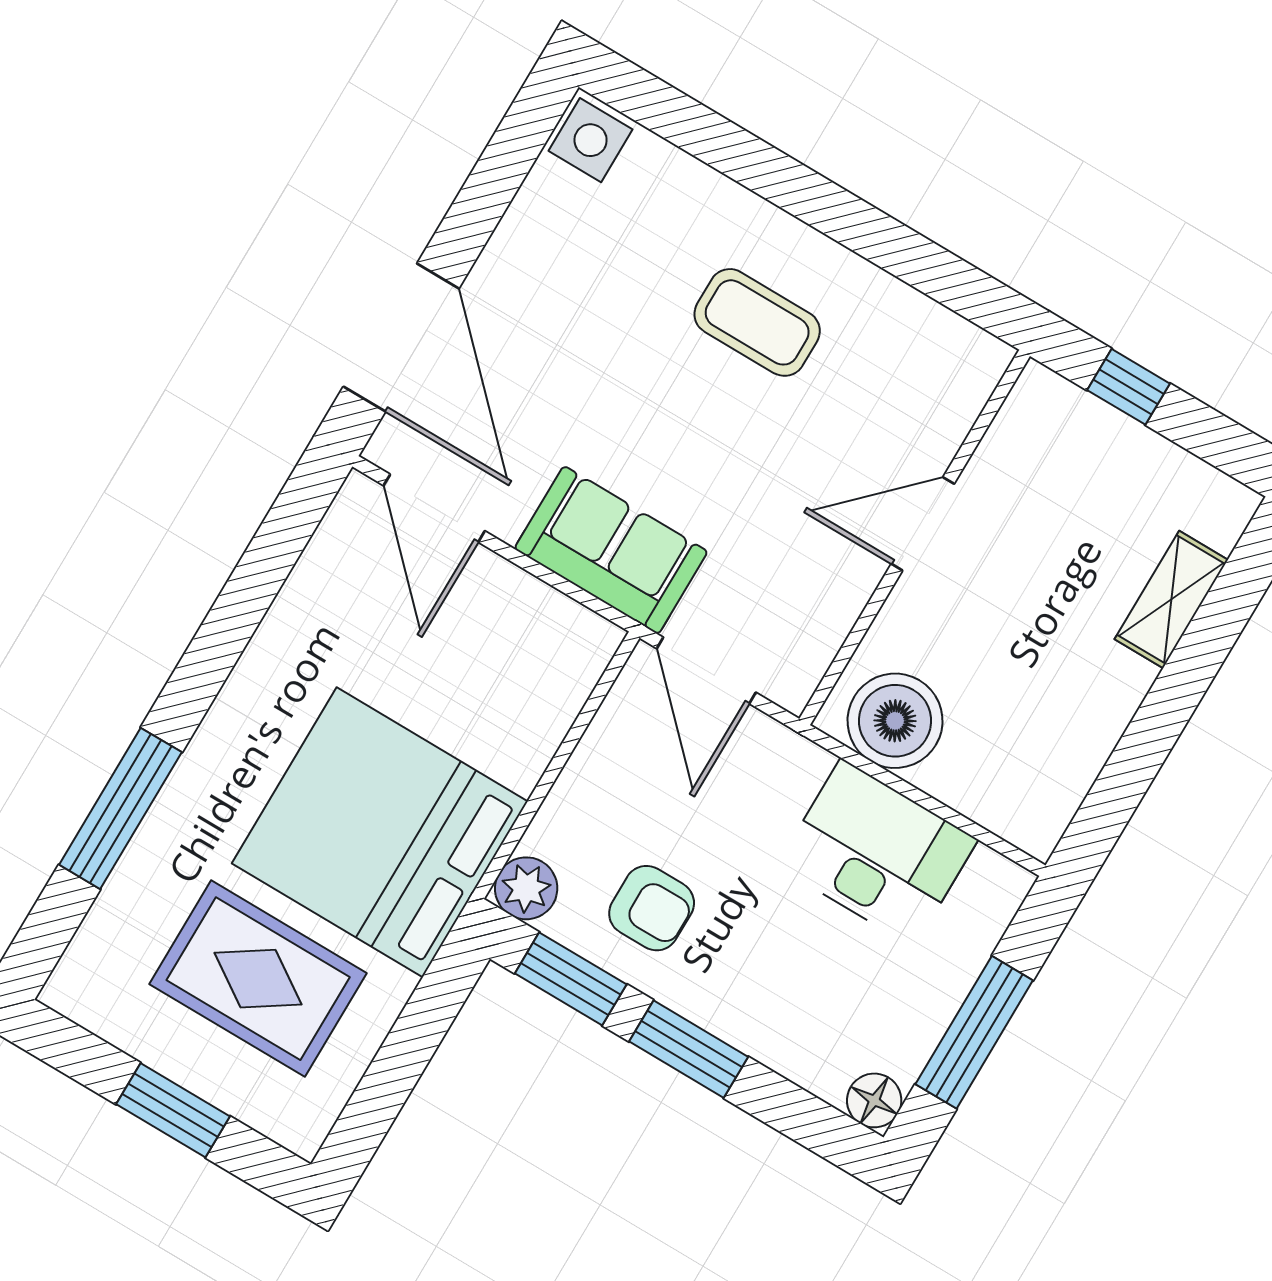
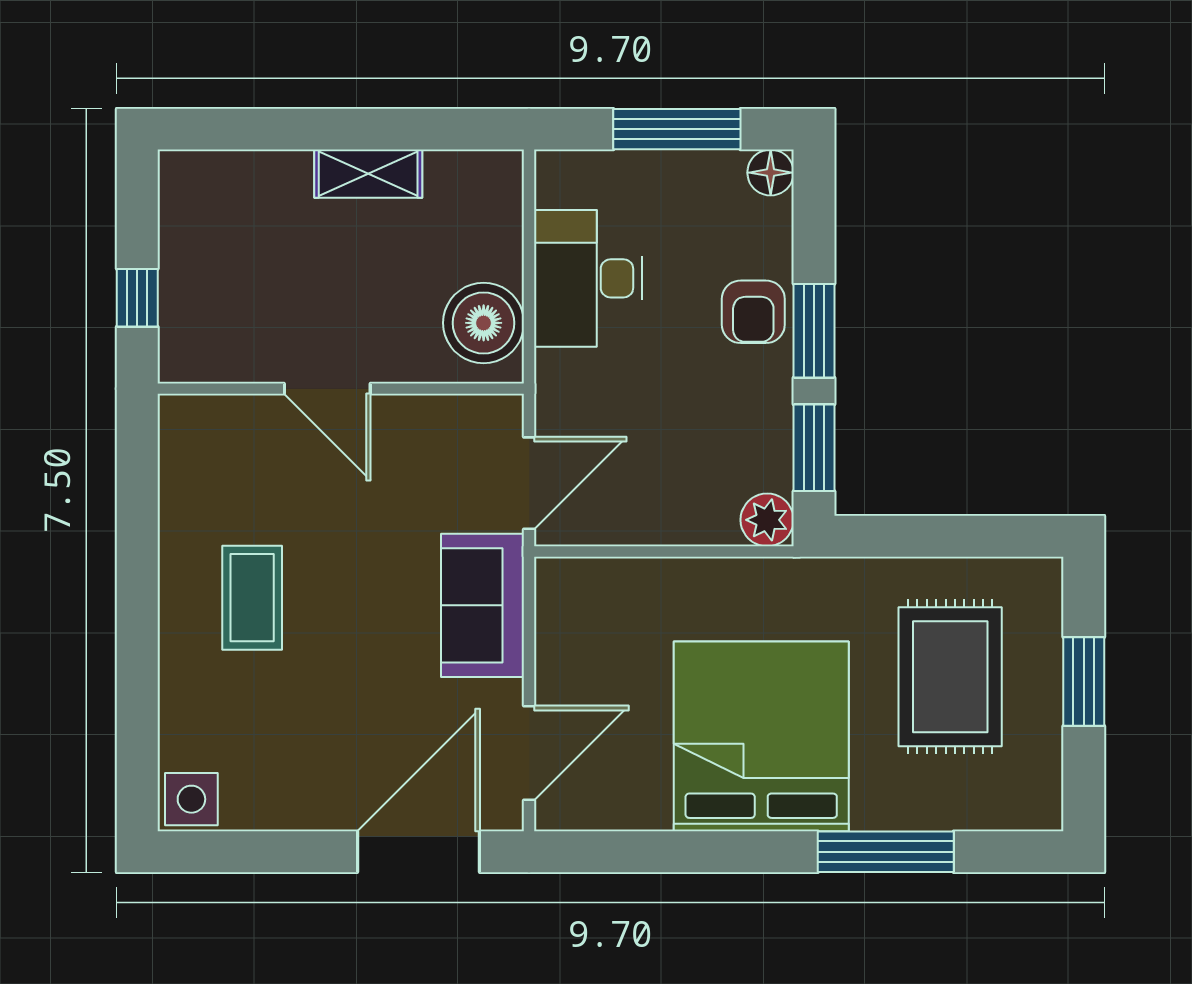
shelving: (1171, 600) -> (368, 174), moved
bed: (380, 832) -> (761, 736), moved, turned 180
armchair: (652, 908) -> (753, 312), moved, turned 180

